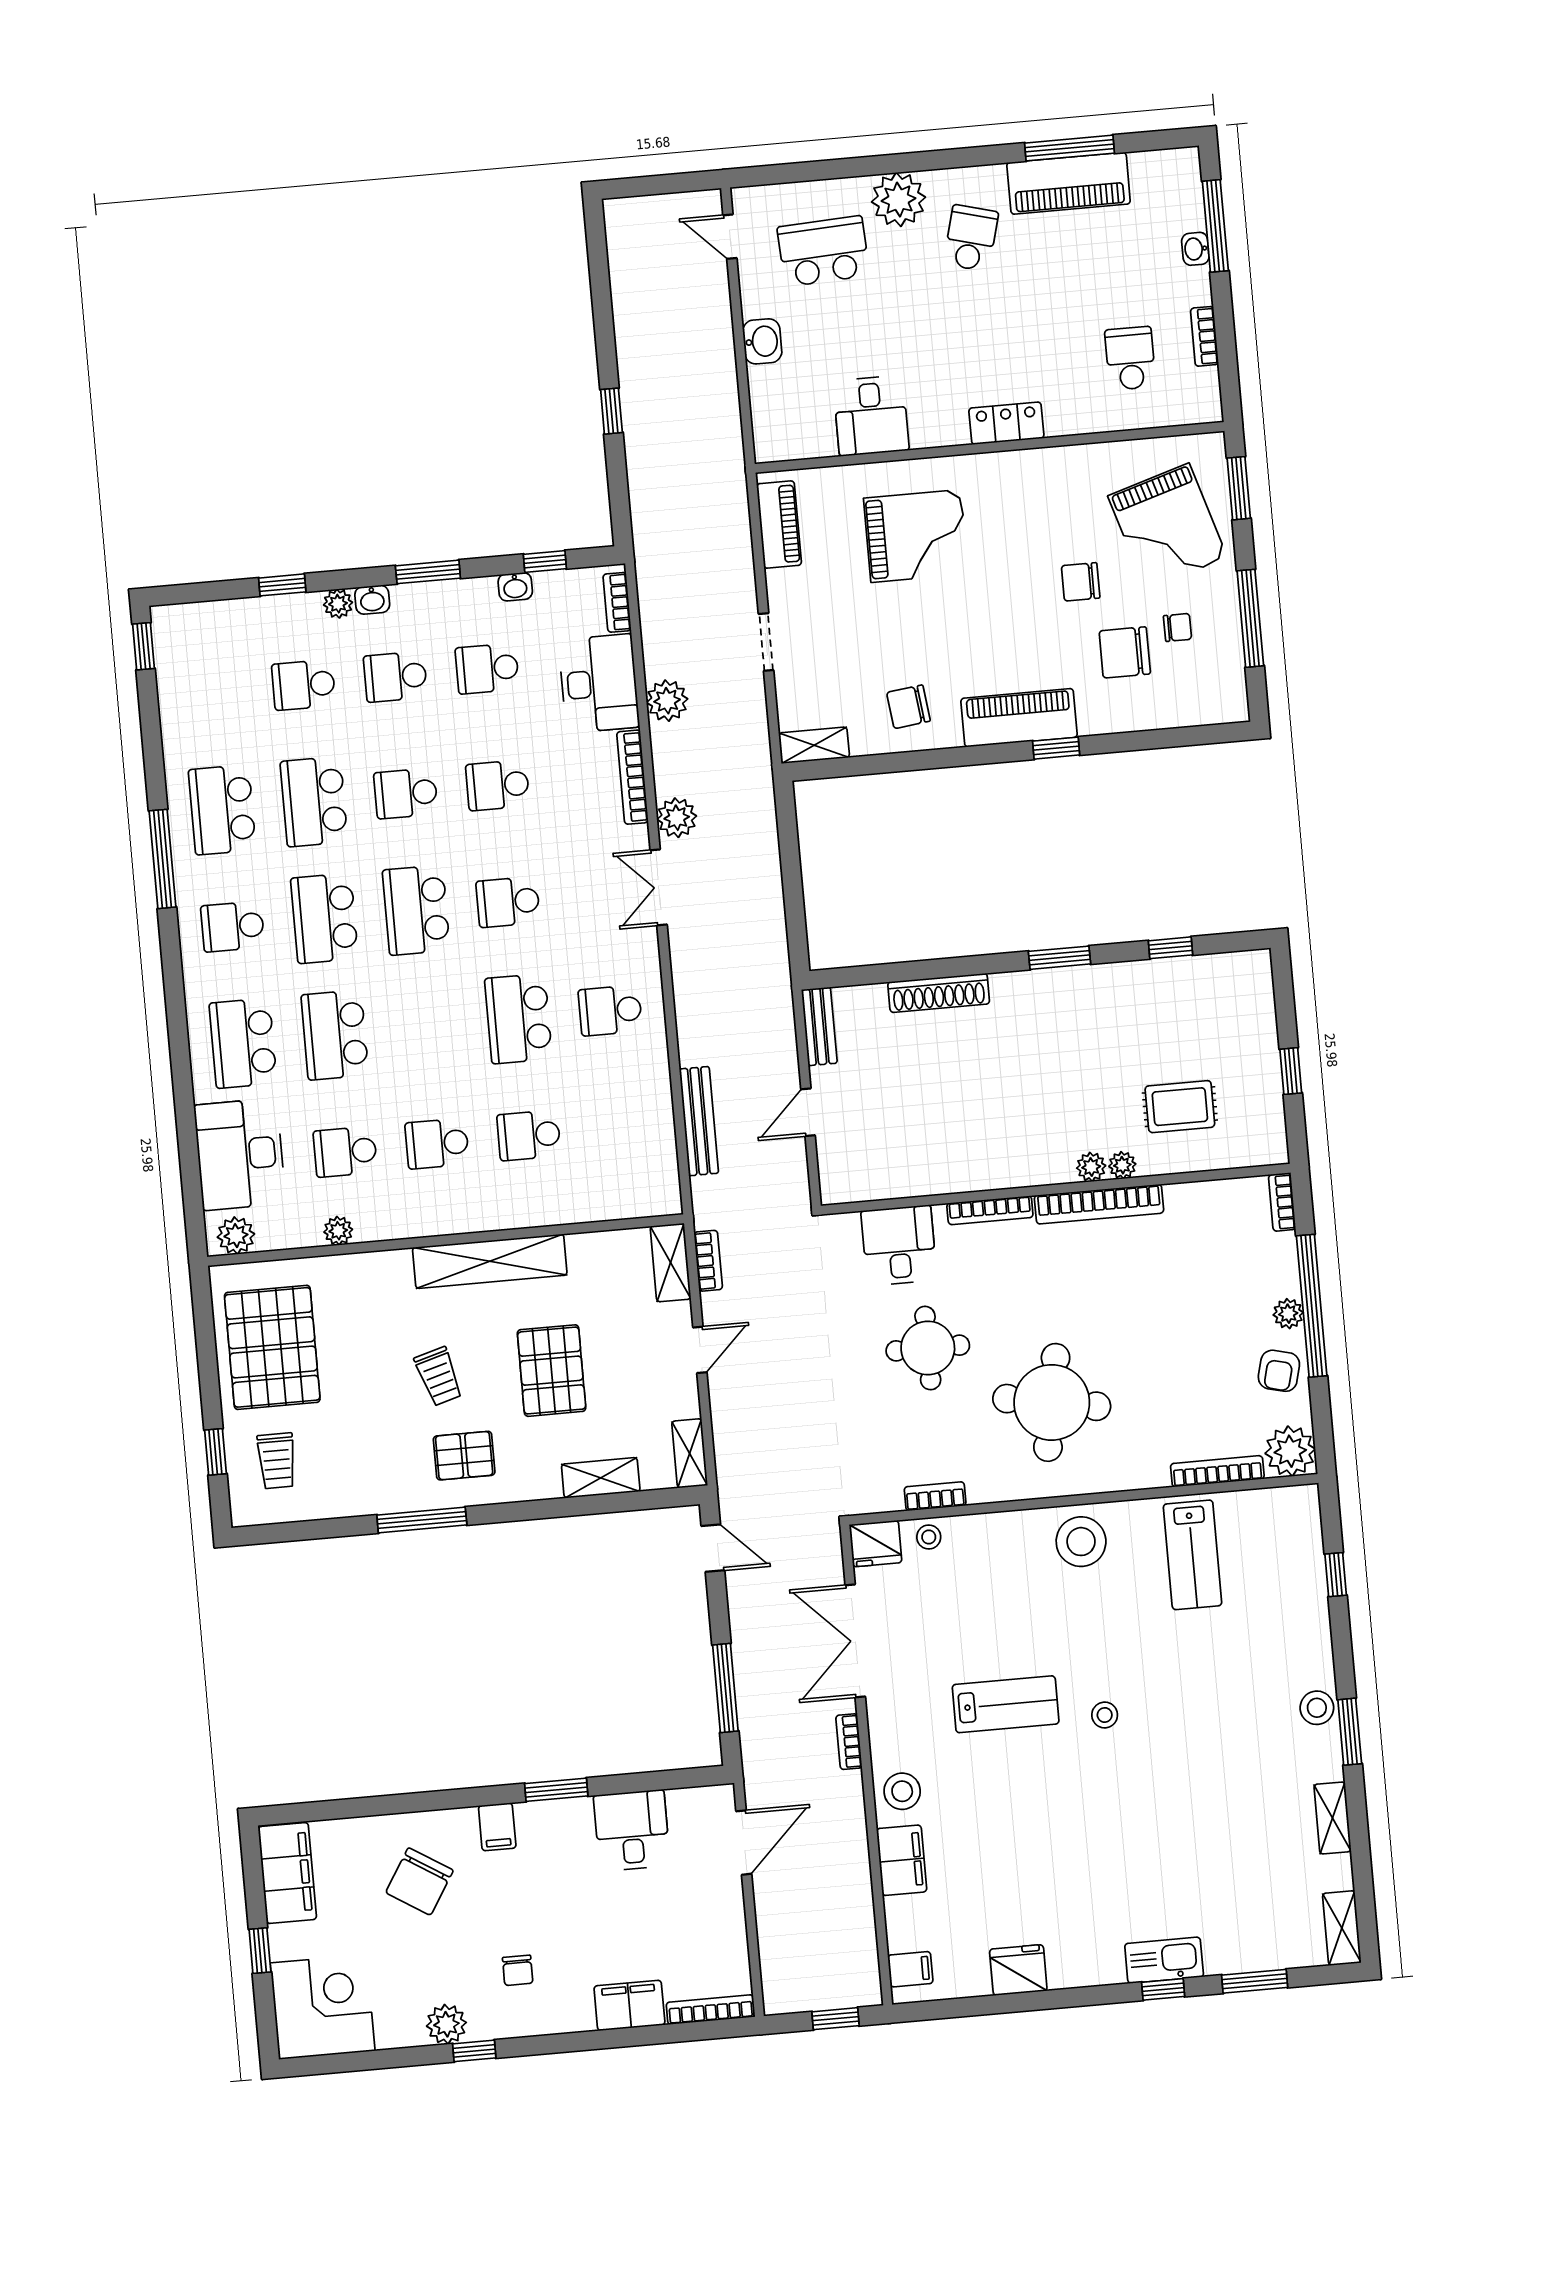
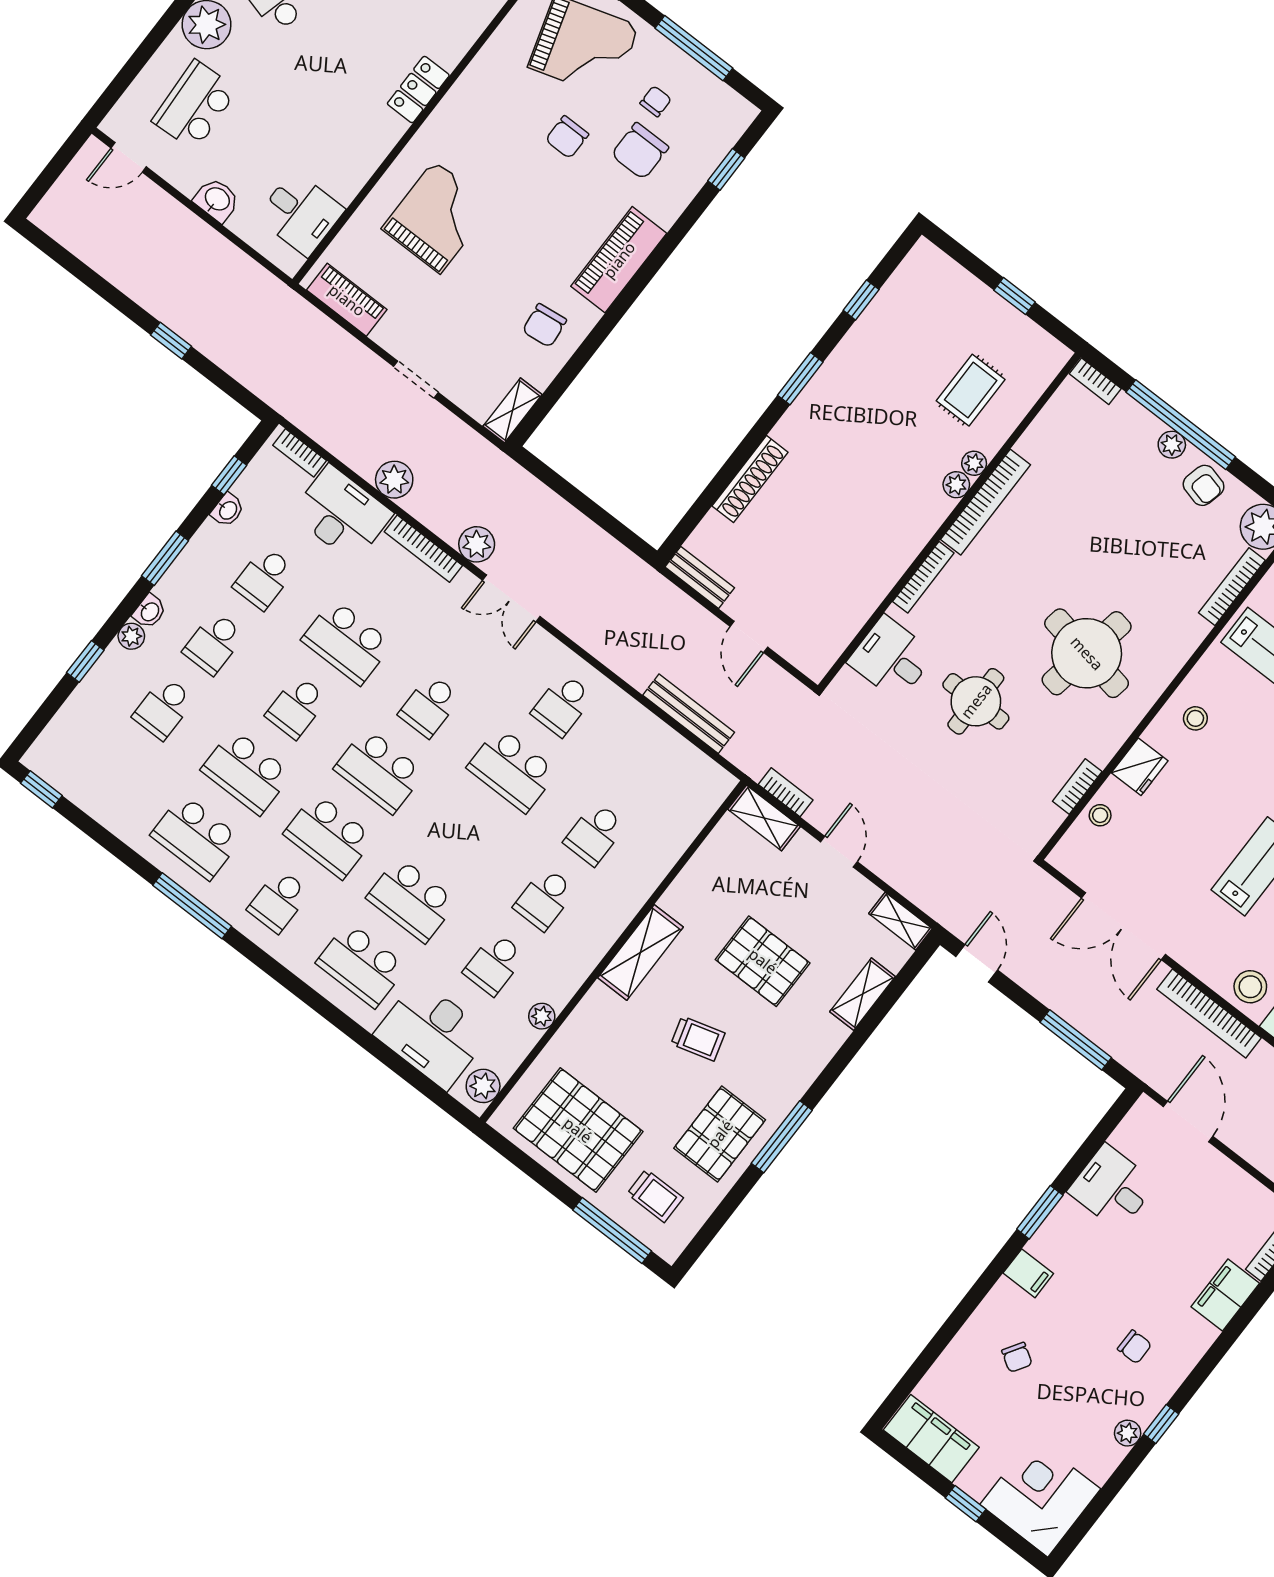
desk: (871, 416) -> (300, 213), moved
window: (1056, 748) -> (726, 169), moved
school desk: (498, 785) -> (347, 642), width x1.85
shelving: (490, 1261) -> (640, 952), width x0.68
window: (215, 1452) -> (612, 1230), width x2.17
pallet: (464, 1456) -> (720, 1134), moved, width x1.50, depth x1.42
stool: (1081, 1542) -> (1195, 718), width x0.53, depth x0.53
fridge: (876, 1544) -> (1140, 767), moved
door: (713, 1548) -> (977, 963), hinge flipped
bookcase: (849, 1742) -> (1209, 1013), width x2.31, depth x1.31
chair: (419, 1882) -> (1017, 1357), width x0.54, depth x0.54
plant: (446, 2024) -> (1128, 1433), width x0.73, depth x0.73

